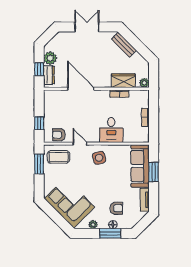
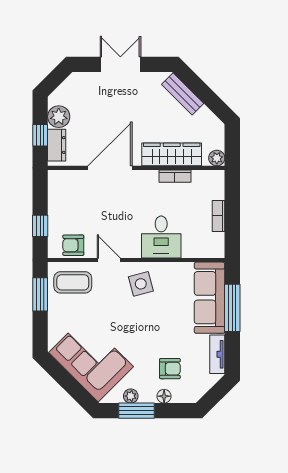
wardrobe: (123, 81) -> (172, 154), width x1.50
door: (81, 89) -> (110, 168), hinge flipped
window: (154, 172) -> (232, 308), width x1.44
window: (110, 233) -> (137, 411), moved

